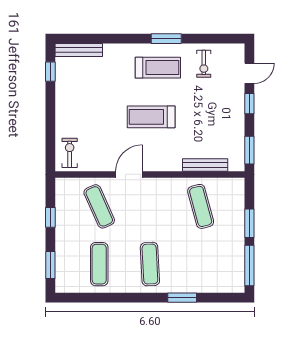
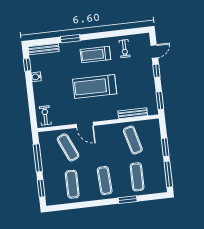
window: (166, 39) -> (70, 39), moved
treadmill: (158, 68) -> (95, 54), turned 180
water cooler: (62, 92) -> (36, 77), added
treadmill: (151, 117) -> (95, 86), width x1.37, depth x1.38
door: (129, 174) -> (85, 125), swing flipped
window: (50, 217) -> (38, 158), width x2.17
exercise mat: (201, 264) -> (137, 177), added

